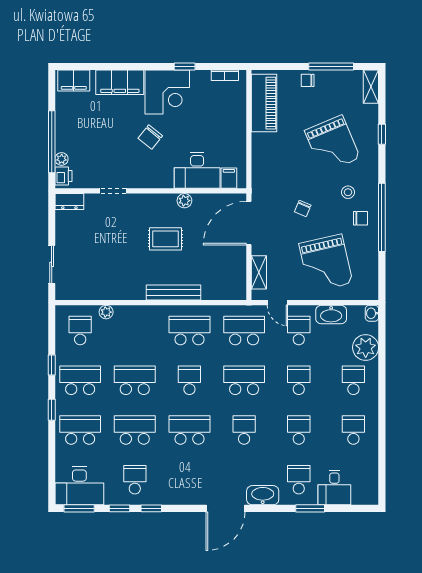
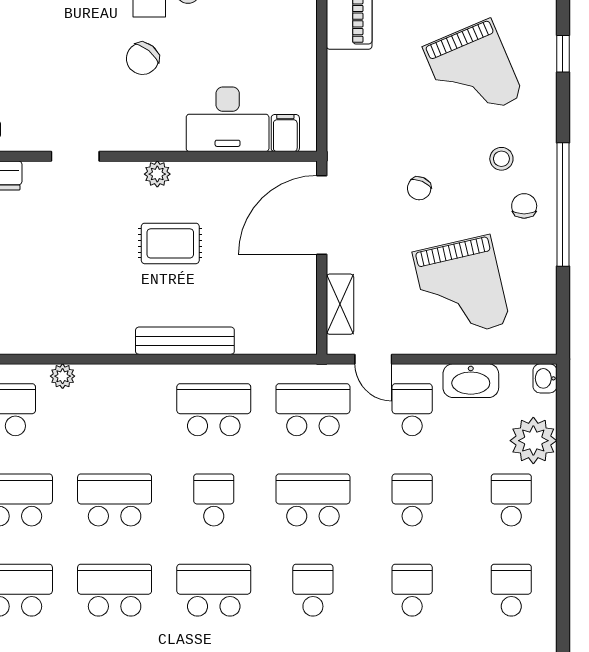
plant: (184, 201) -> (157, 174), moved
chair: (361, 218) -> (524, 206), turned -90

